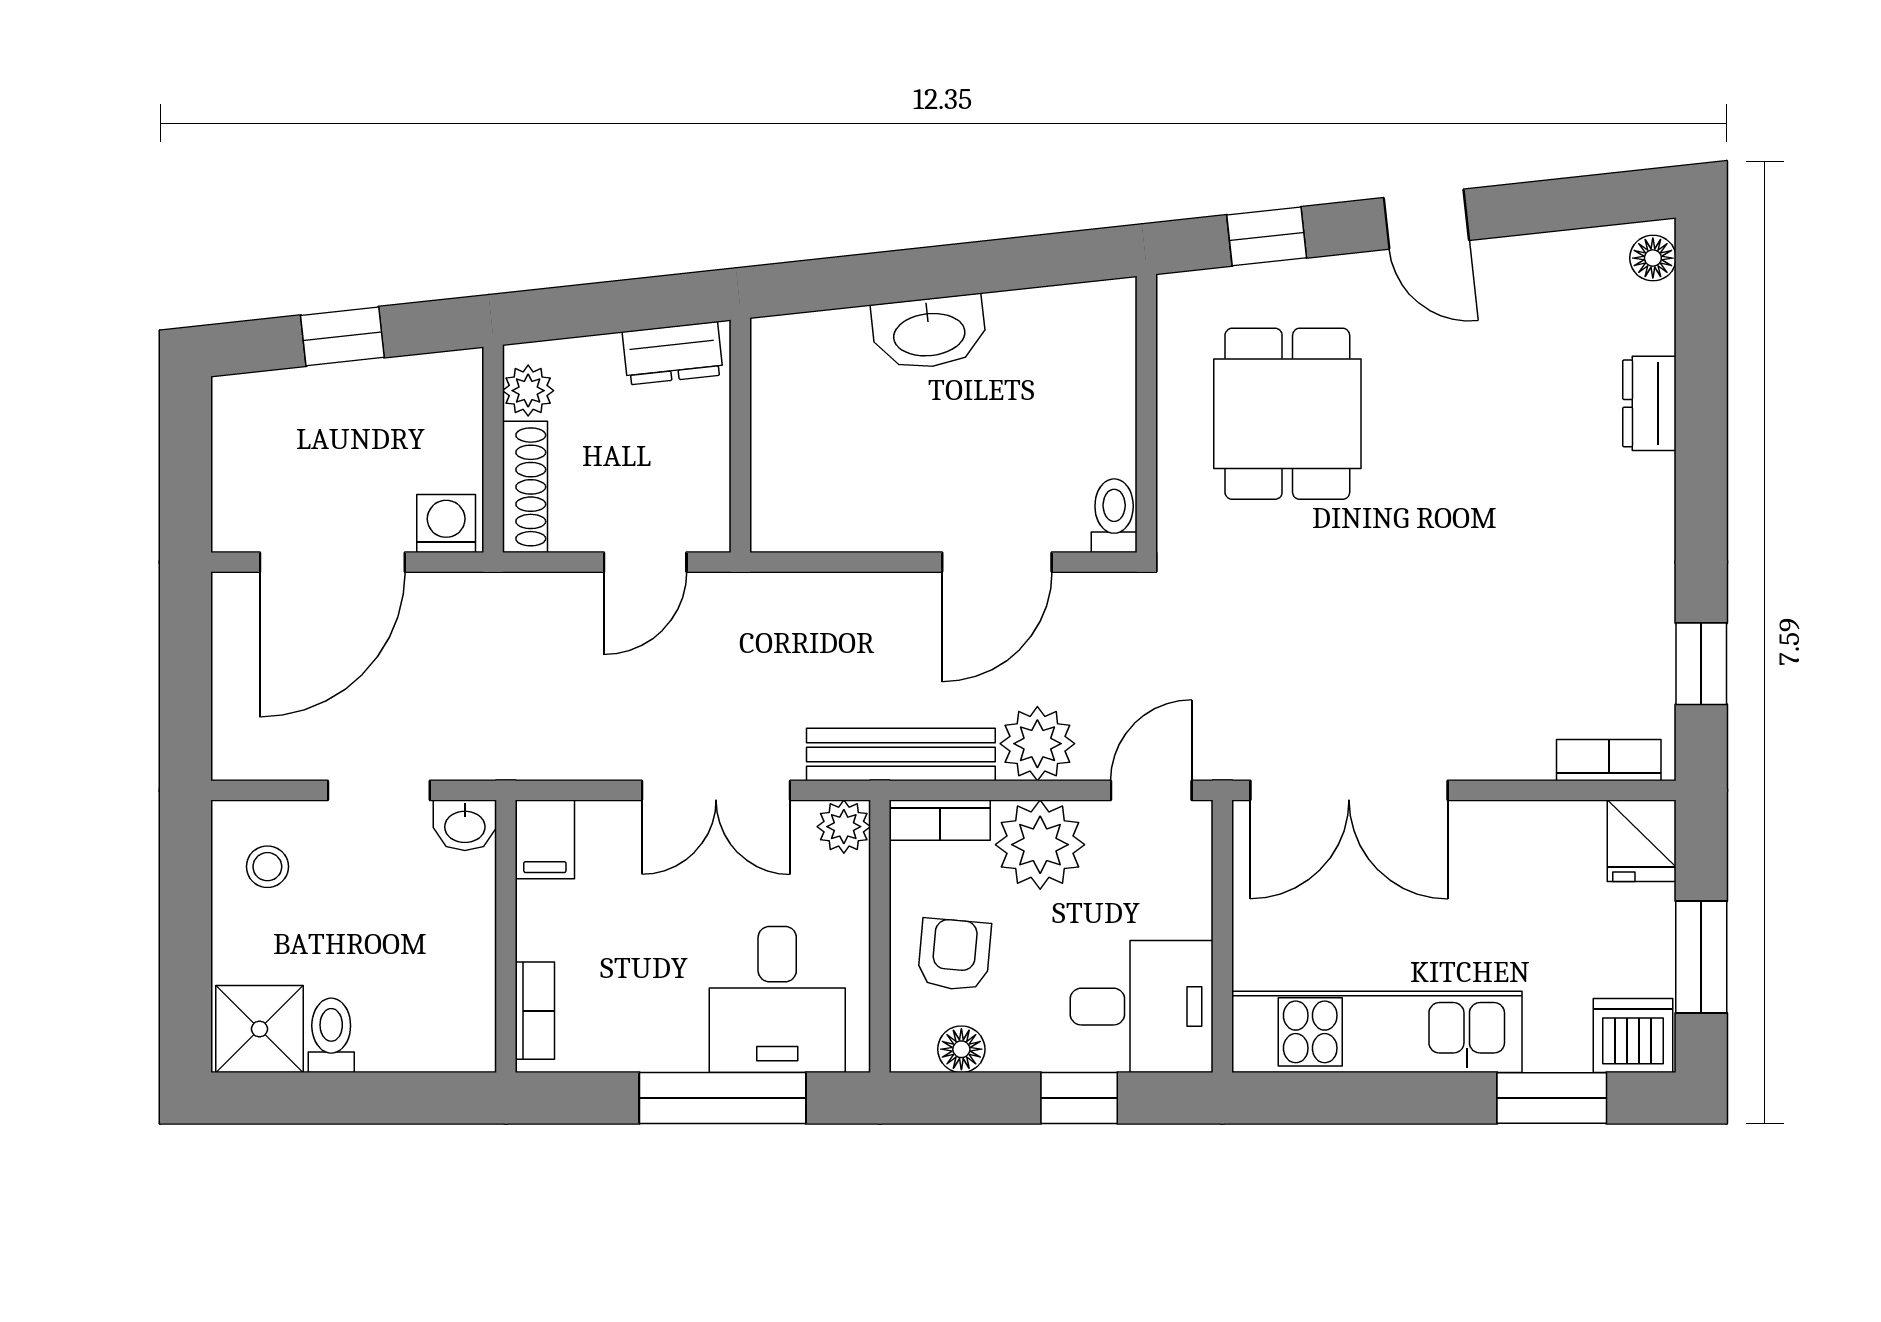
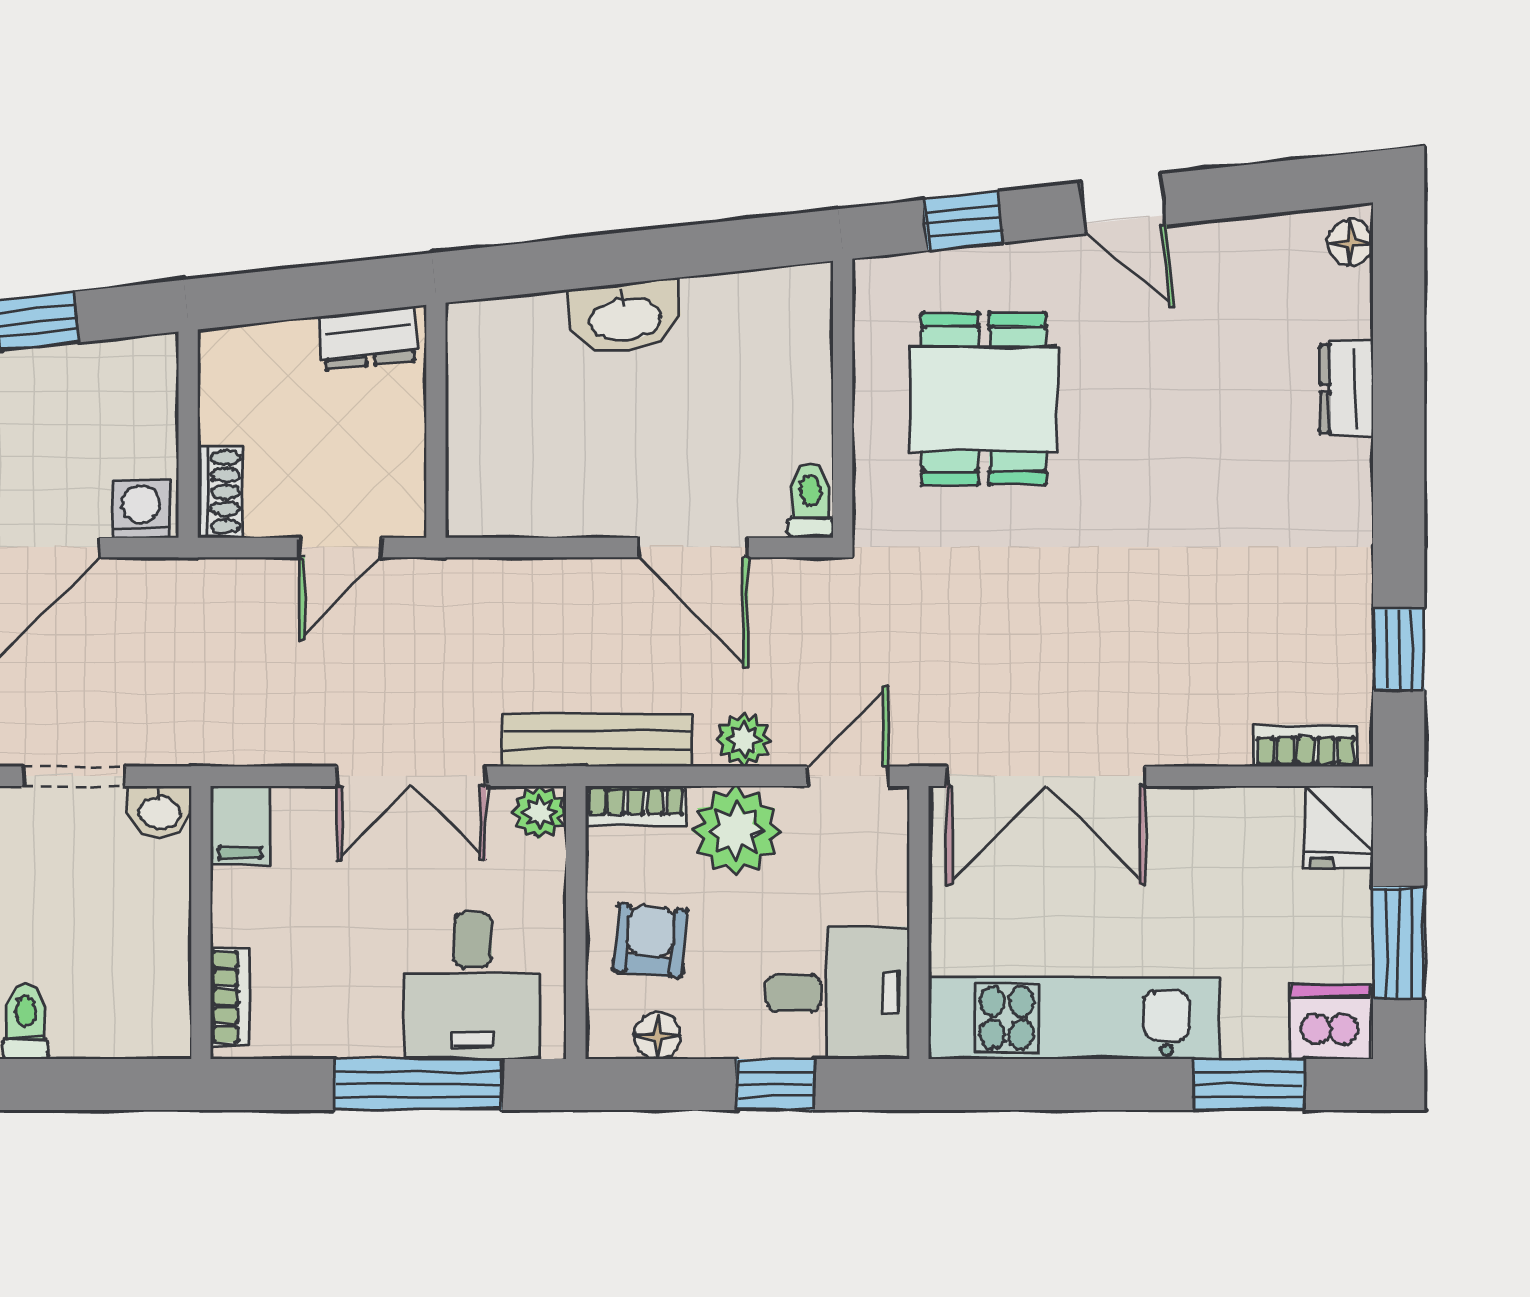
plant: (528, 391) -> (223, 376), removed
shoe rack: (525, 487) -> (220, 492), width x0.70
door: (997, 562) -> (693, 547), hinge flipped
plant: (1037, 744) -> (744, 740), width x0.73, depth x0.73

